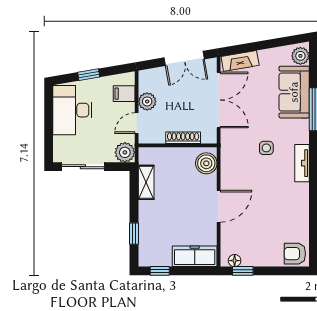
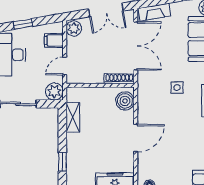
plant: (147, 101) -> (74, 28), moved
shoe rack: (183, 138) -> (119, 79), moved

